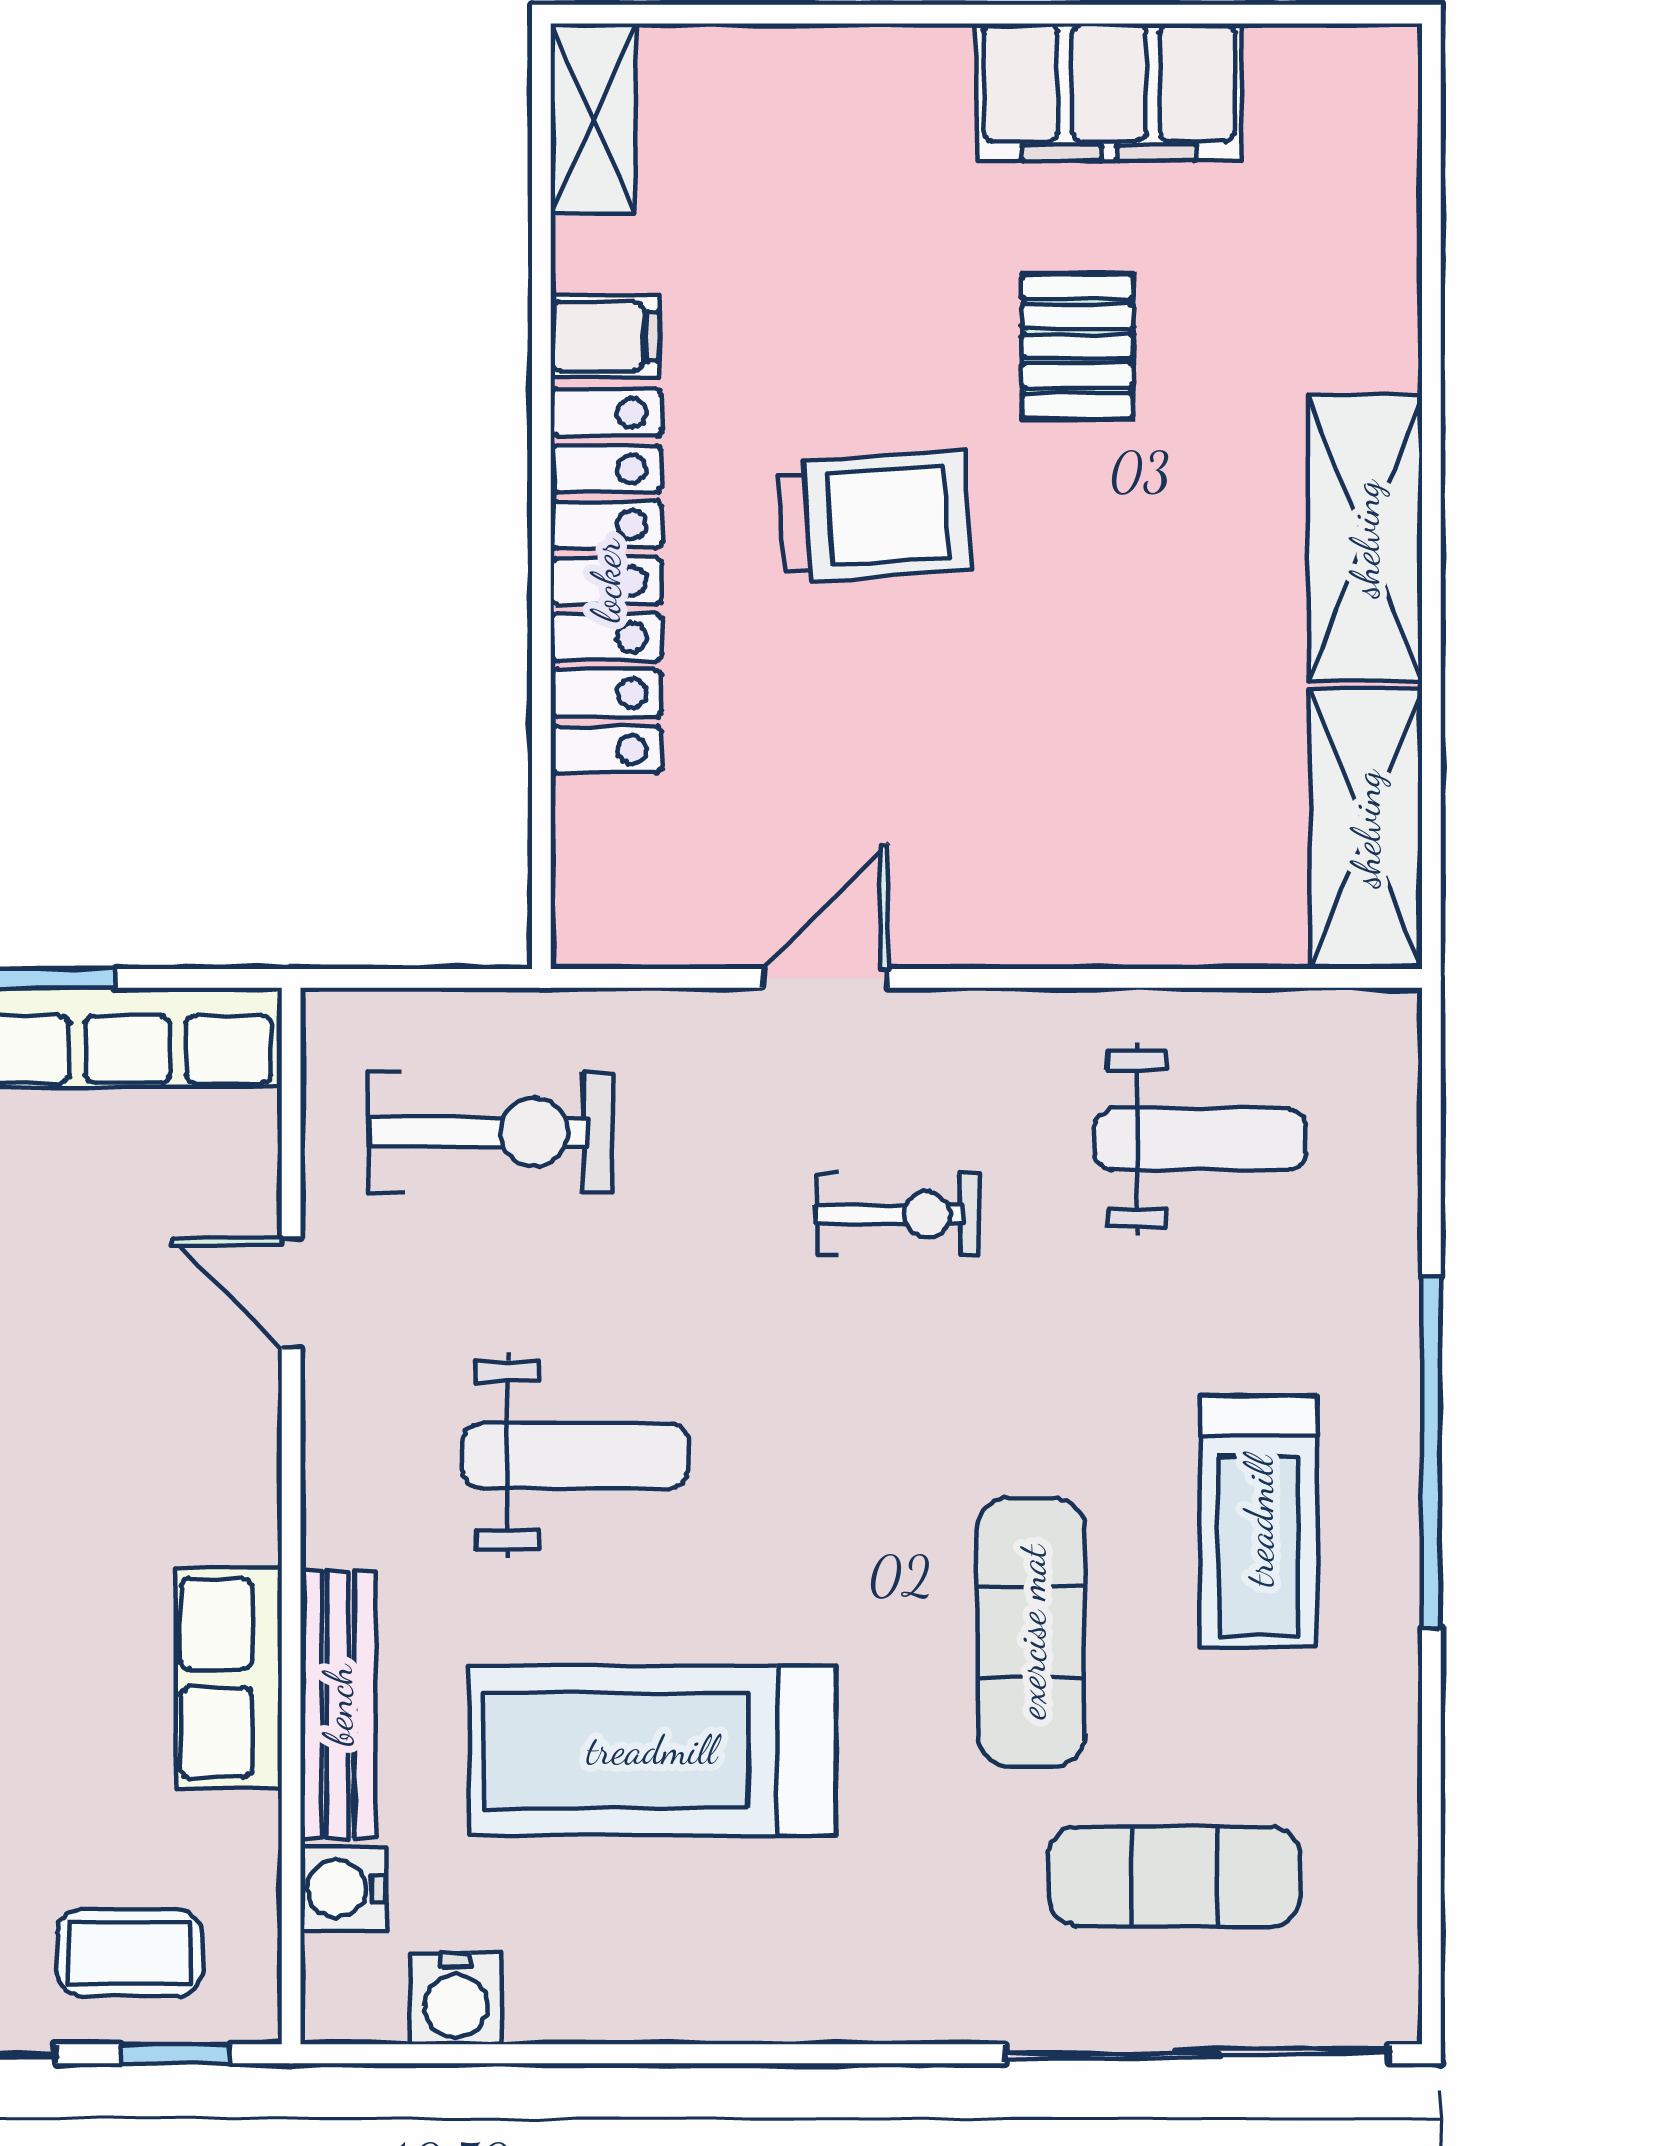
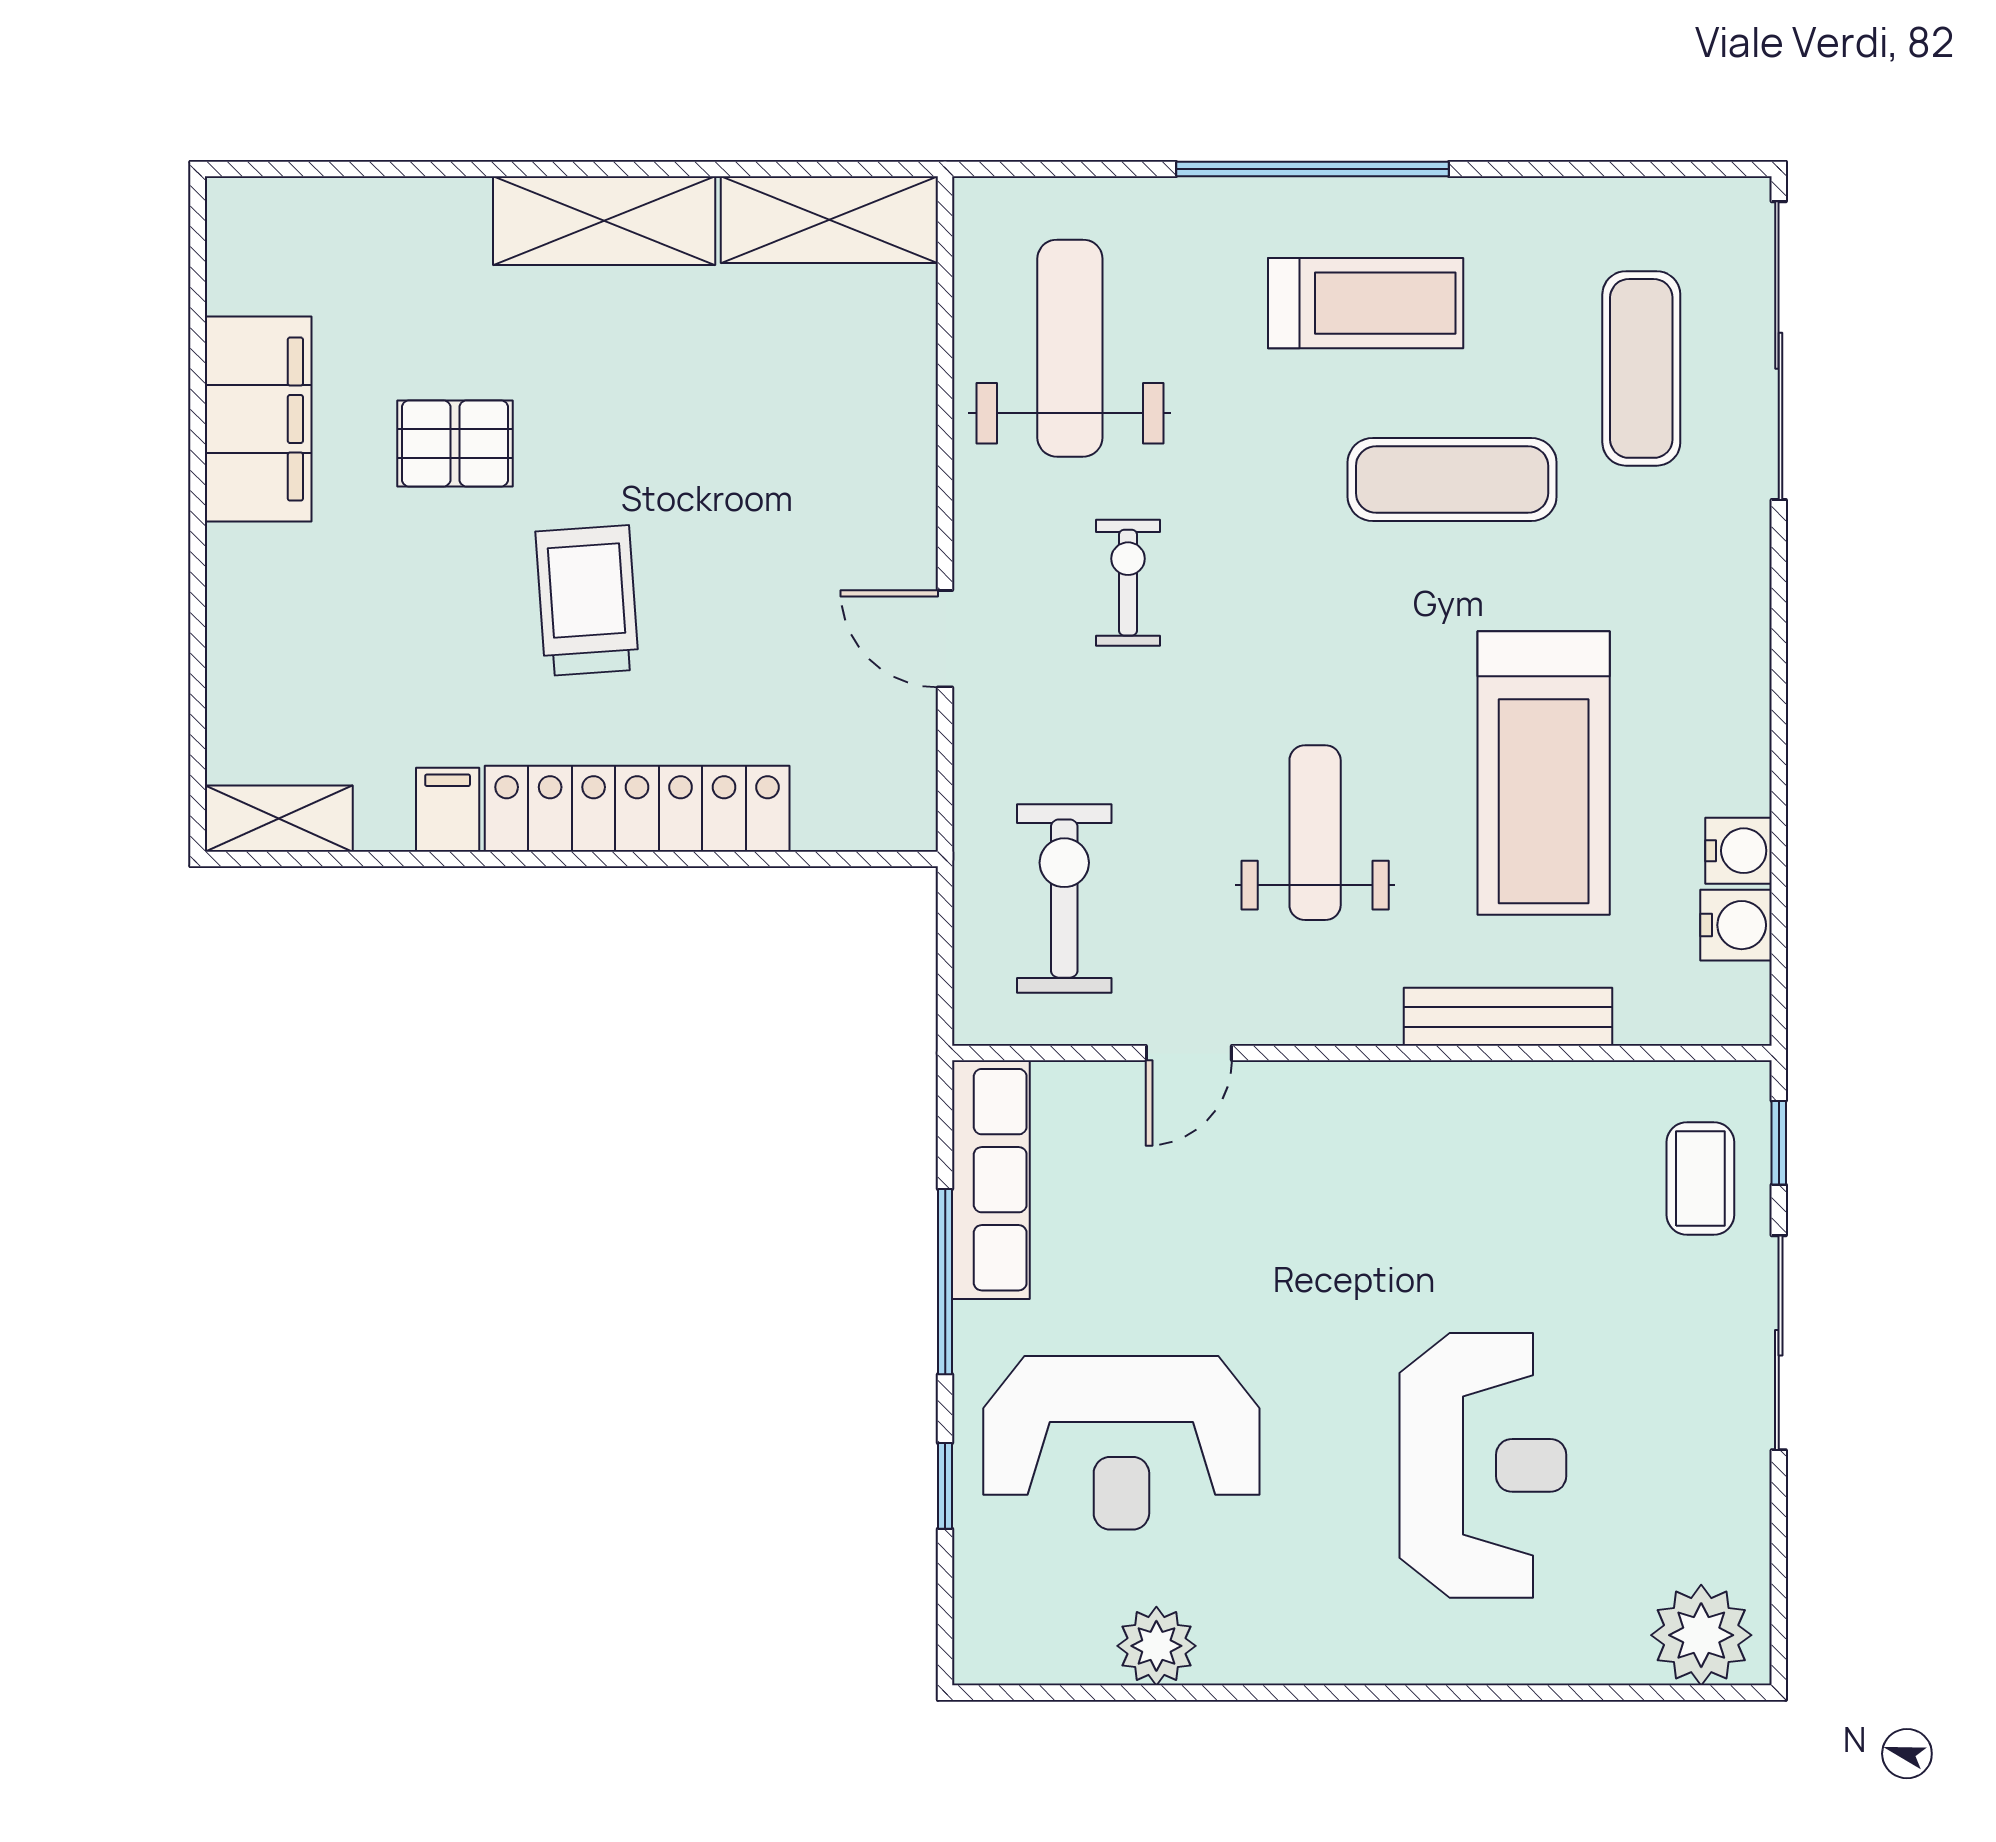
weight bench: (1200, 1139) -> (1070, 348), width x1.36, depth x1.33
row of seats: (229, 1678) -> (1487, 1101), removed
water cooler: (343, 1889) -> (1738, 851), moved, turned -90

